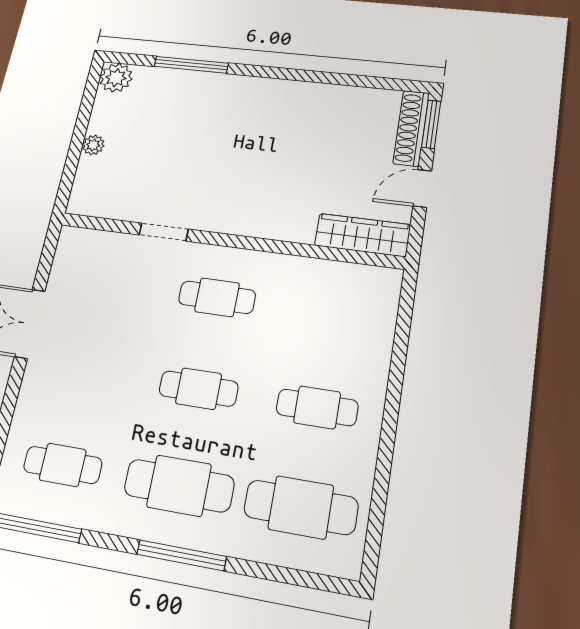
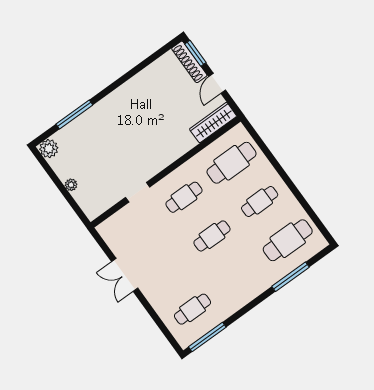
cafe table: (179, 486) -> (232, 163), moved
window: (181, 555) -> (290, 277), moved

